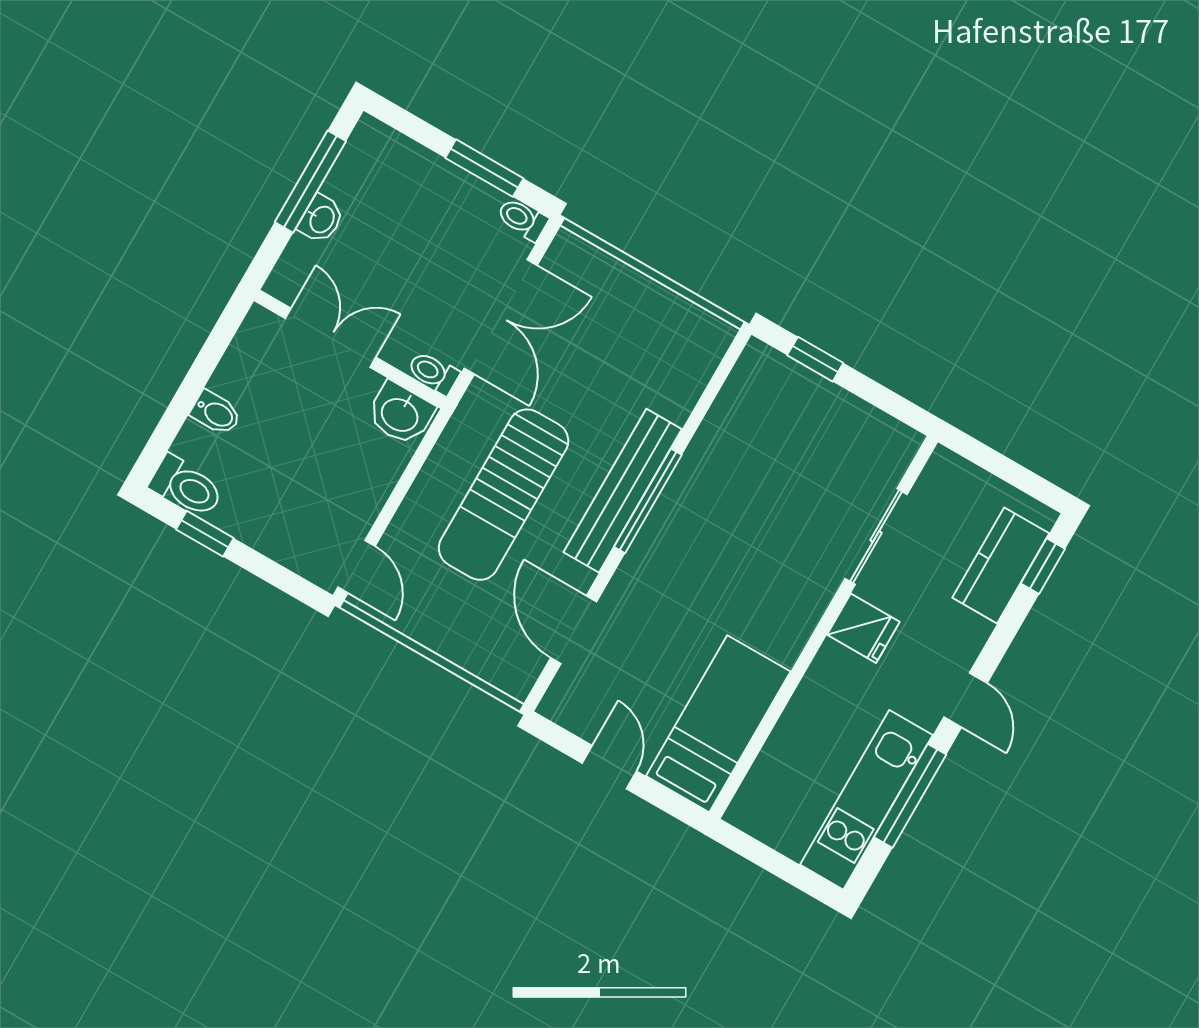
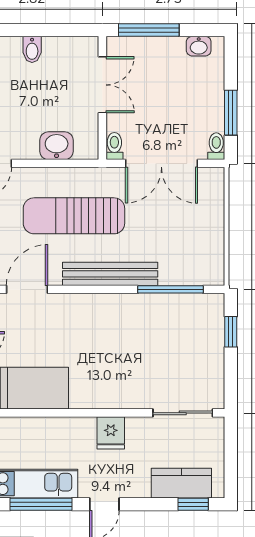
window: (310, 182) -> (149, 30), moved
washbasin: (321, 219) -> (199, 46), moved
washbasin: (400, 414) -> (57, 146), moved, turned 90
window: (648, 501) -> (170, 289), moved
sliding door: (876, 536) -> (183, 413), moved

